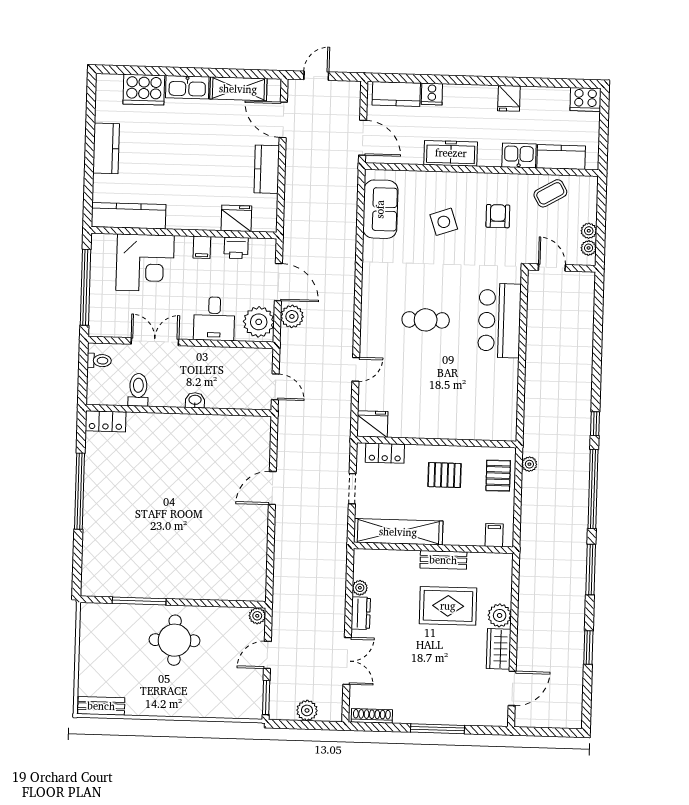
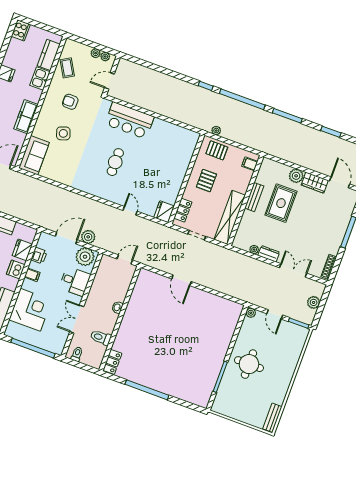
sofa: (380, 209) -> (34, 155), moved, turned 90
dishwasher: (202, 218) -> (16, 269), added

